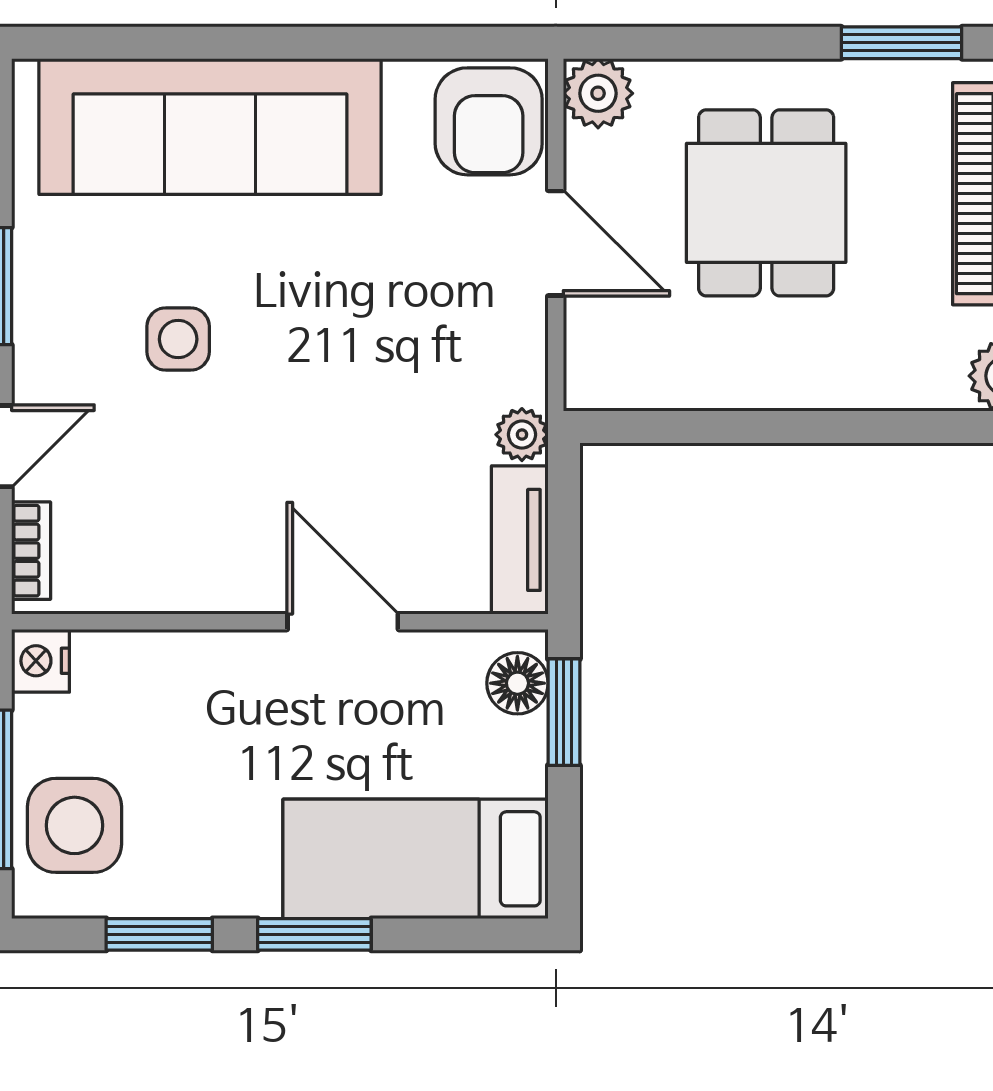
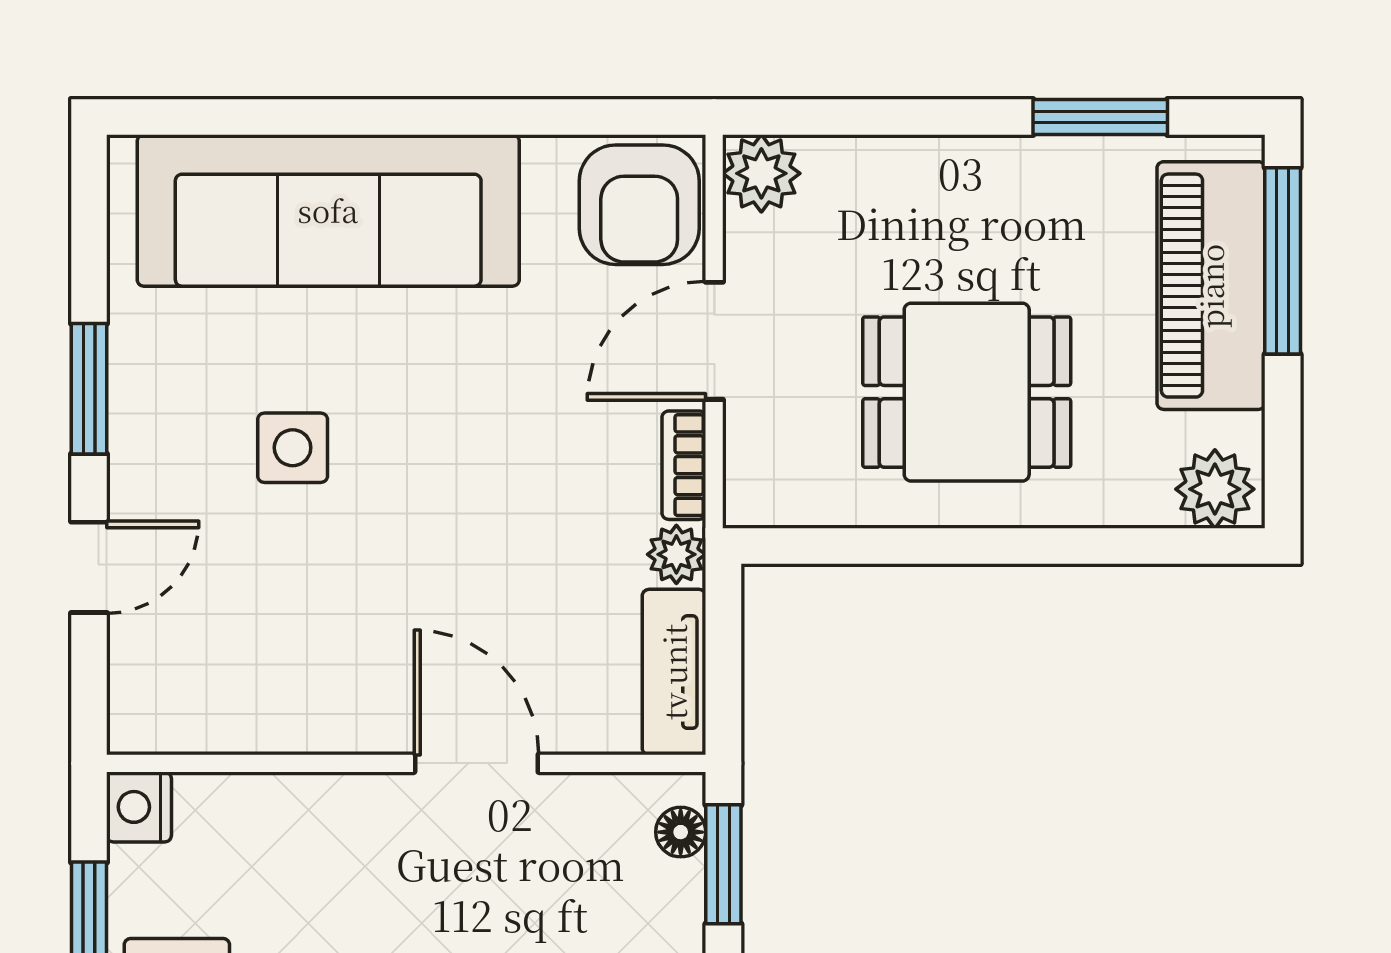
dining table: (766, 203) -> (967, 392), moved, turned 90
door: (556, 243) -> (714, 341), swing flipped
bookcase: (31, 551) -> (684, 465), moved, turned 180
floor lamp: (517, 683) -> (681, 832), width x0.73, depth x0.73

